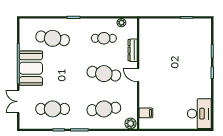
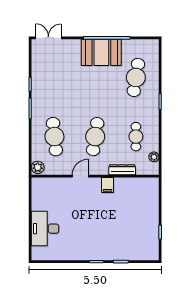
door: (138, 75) -> (80, 176), moved
double door: (18, 101) -> (48, 38), moved
cafe table: (53, 109) -> (54, 77), removed
filing cabinet: (146, 113) -> (108, 185), moved
desk: (199, 114) -> (45, 229), moved, turned 90

